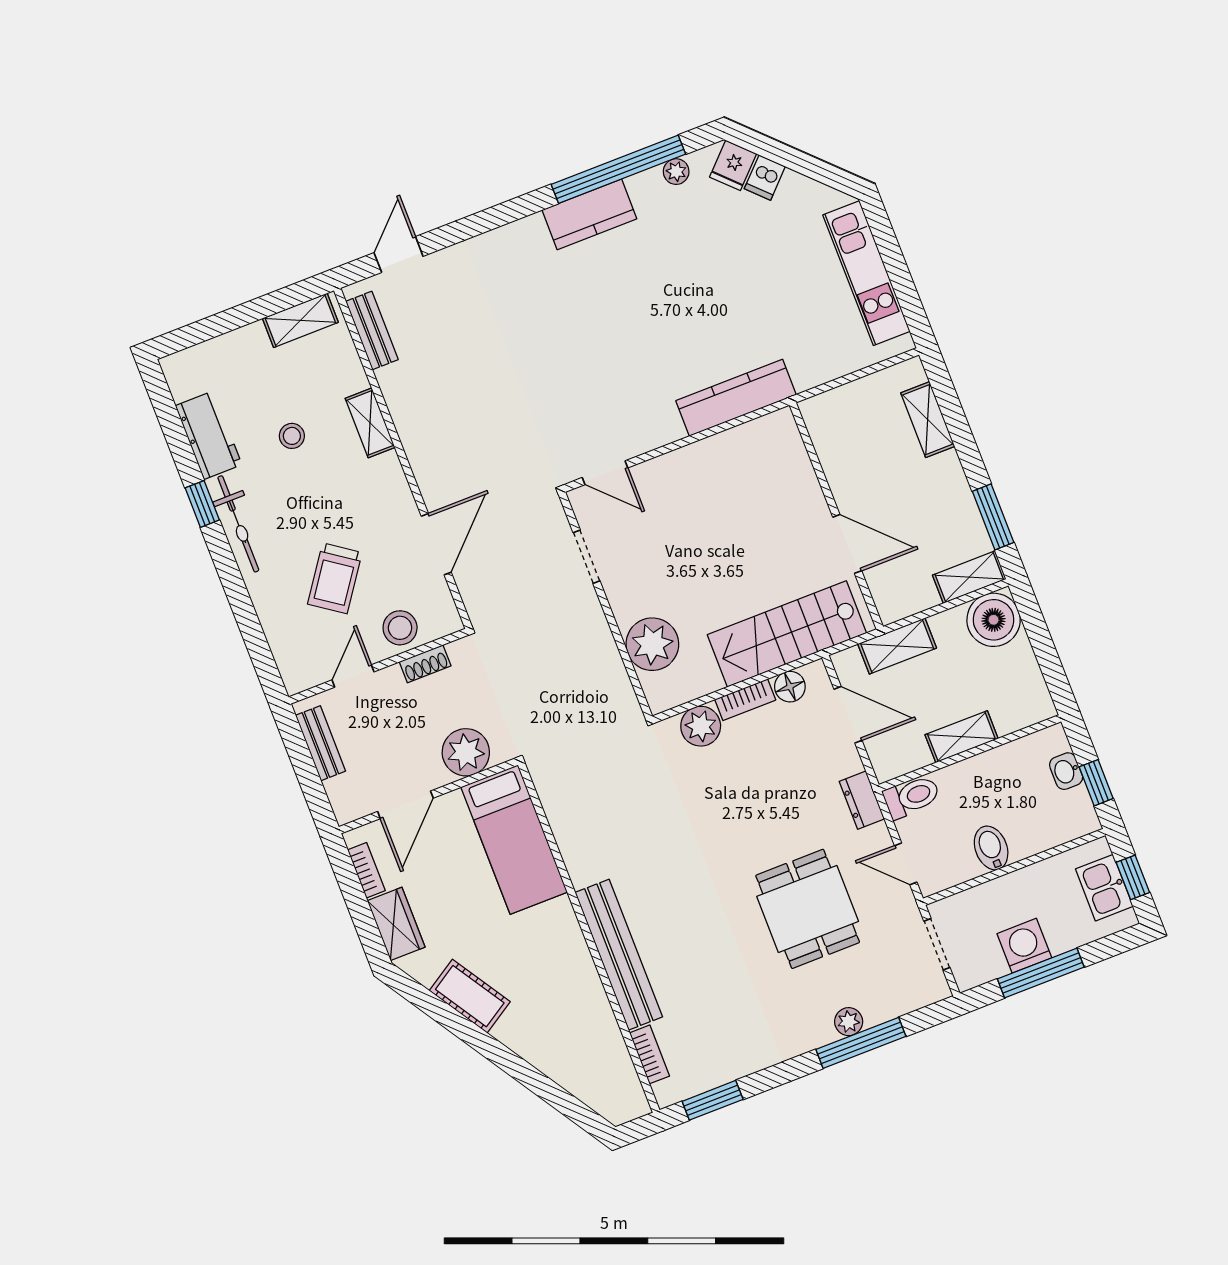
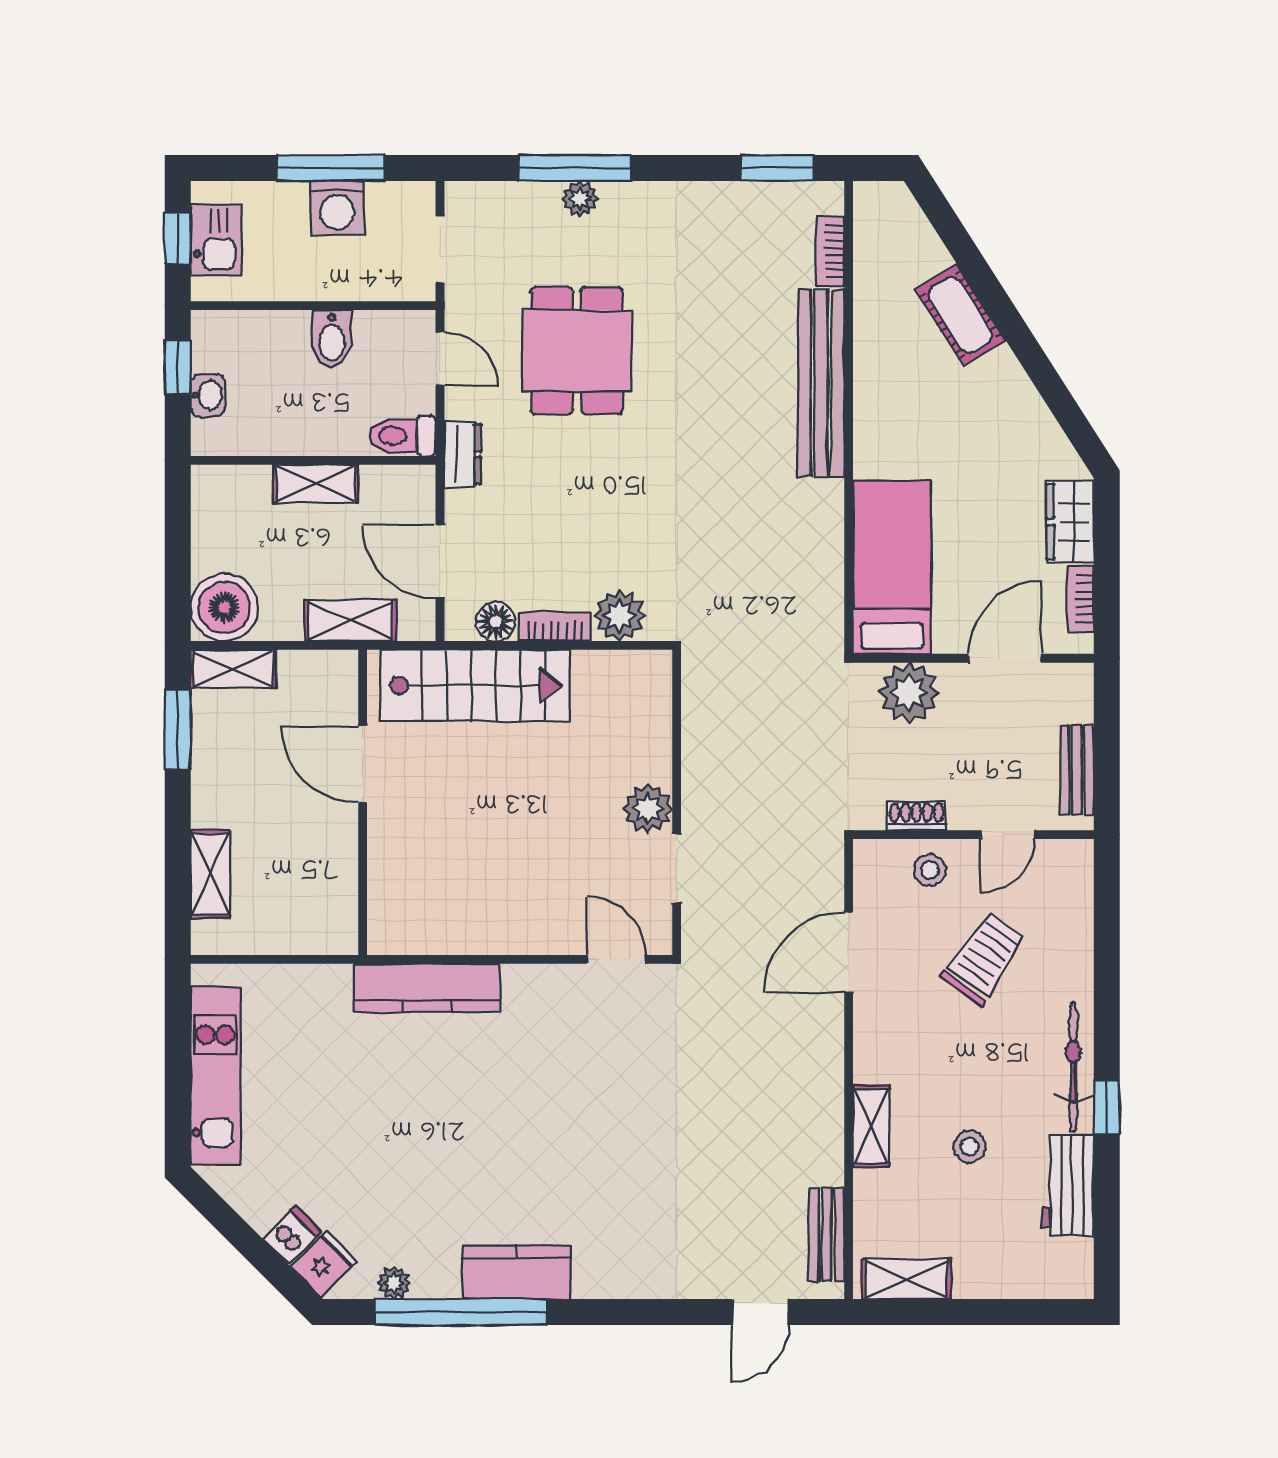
stool: (400, 628) -> (930, 870), width x0.73, depth x0.73
plant: (652, 644) -> (648, 809), moved, width x0.73, depth x0.73
cot: (470, 996) -> (960, 315), moved

